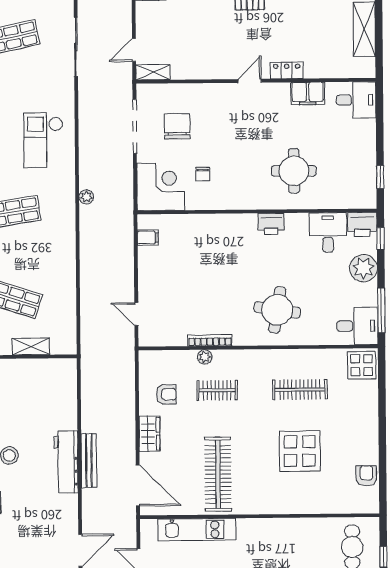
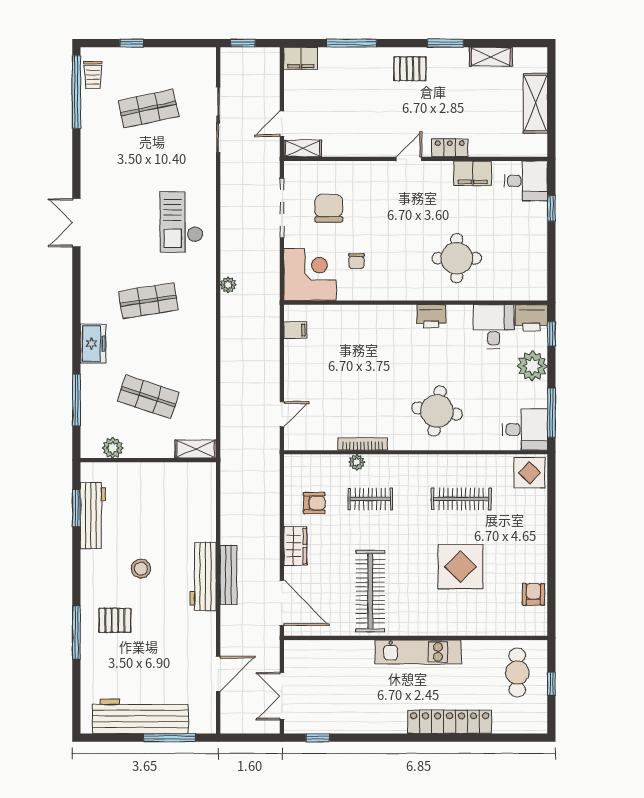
window: (380, 177) -> (551, 209), moved
door: (136, 314) -> (282, 414), swing flipped
shelving: (31, 347) -> (196, 449), moved
kitchen unit: (197, 530) -> (418, 652), moved

